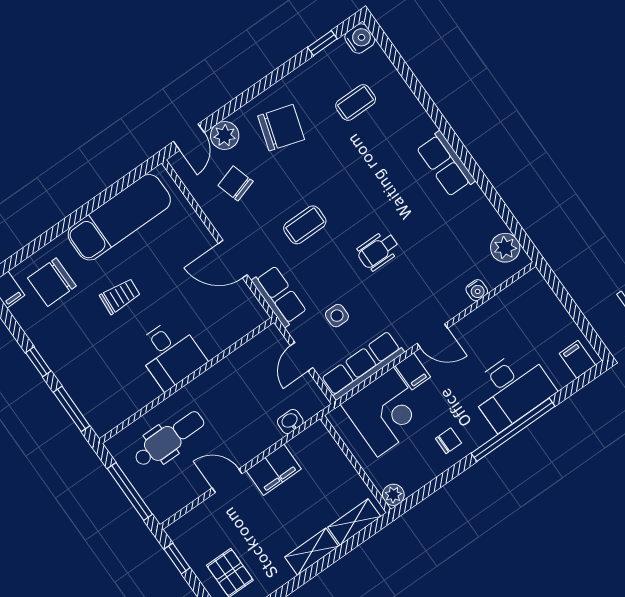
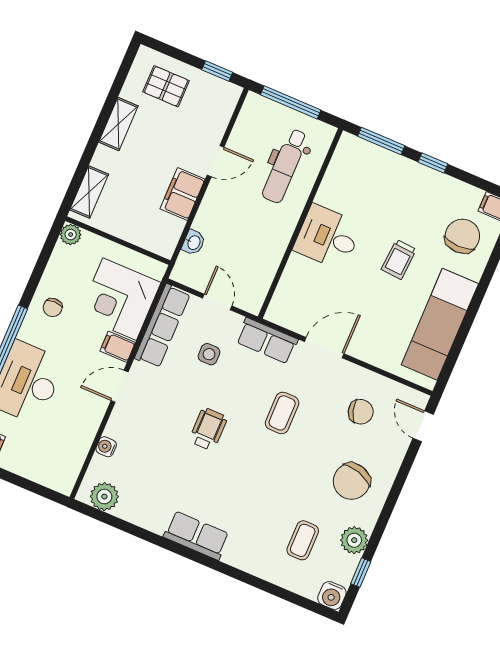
plant: (225, 135) -> (354, 540), moved
shelving: (312, 552) -> (118, 124), moved

